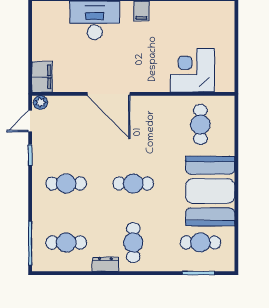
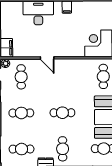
door: (109, 94) -> (47, 58), width x0.53
cafe table: (66, 124) -> (21, 77), added

